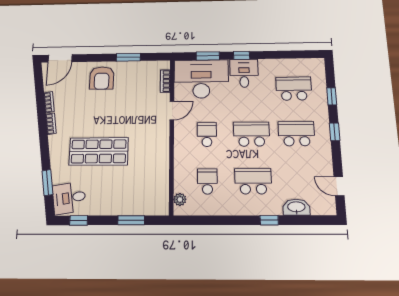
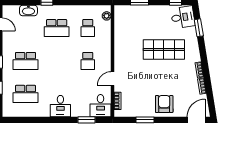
window: (242, 55) -> (62, 120), removed
desk: (201, 79) -> (101, 106), width x0.53, depth x0.77
school desk: (251, 134) -> (57, 61), removed

